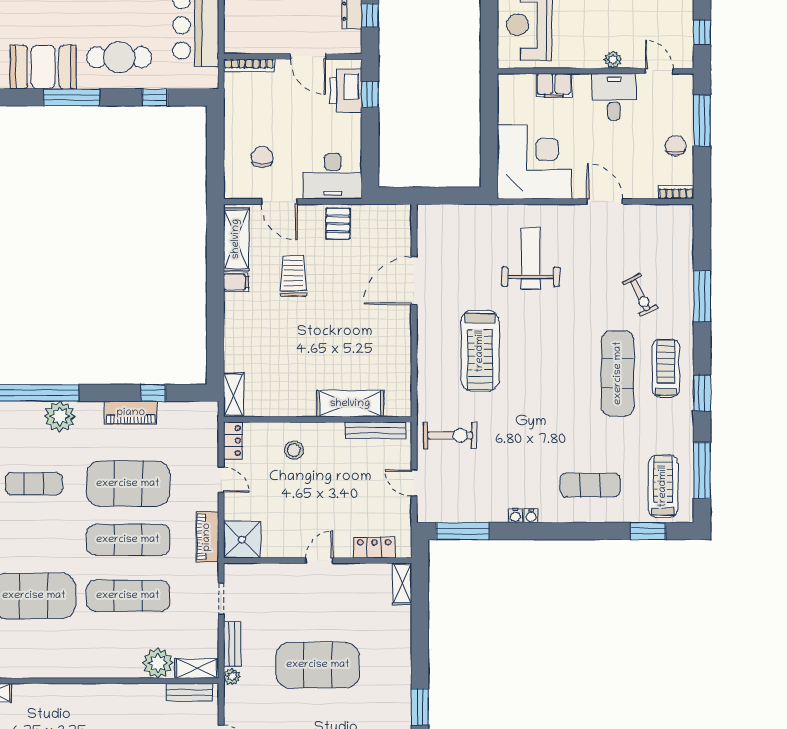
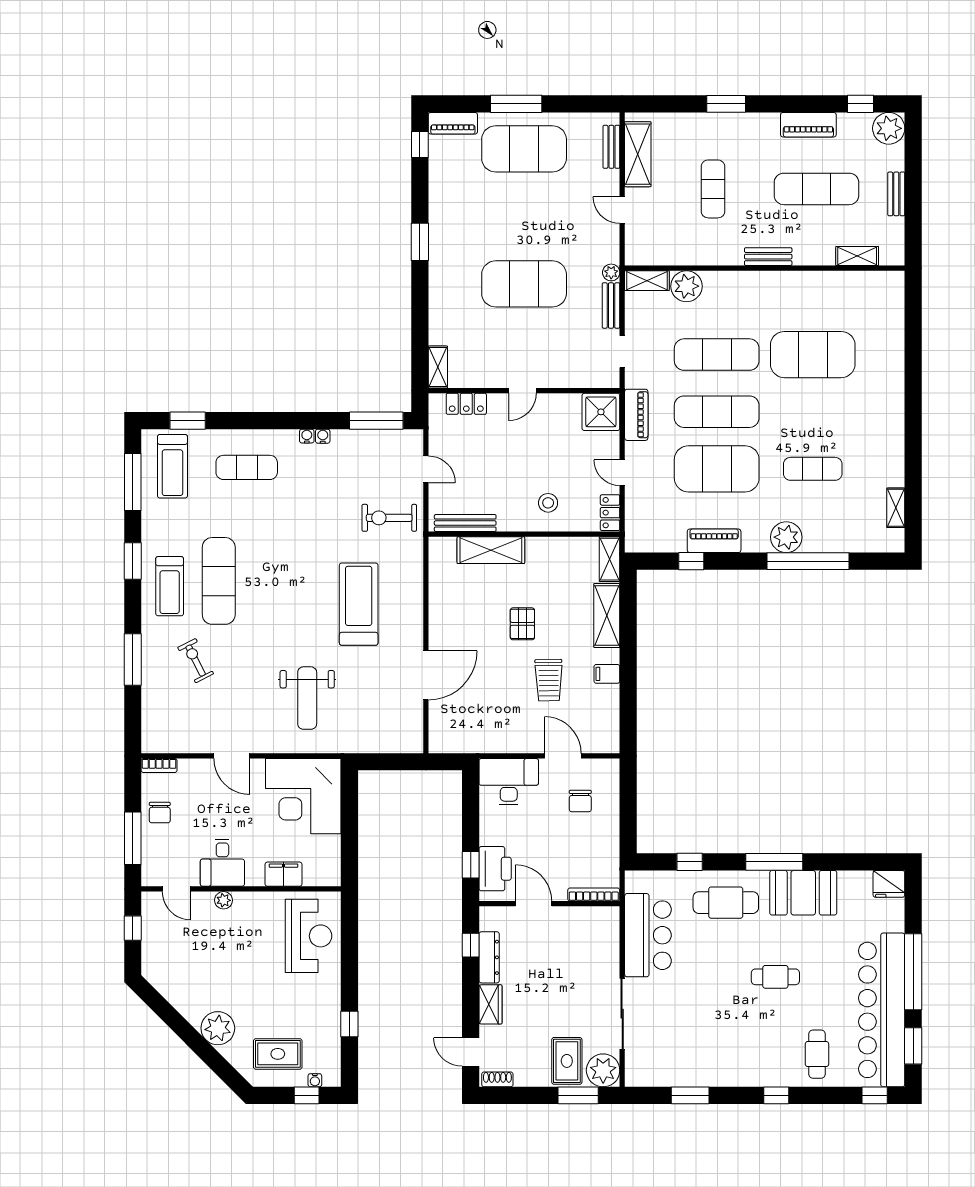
pallet: (338, 224) -> (522, 624), moved
shelving: (236, 239) -> (607, 615), moved
bench: (189, 692) -> (768, 257), moved

